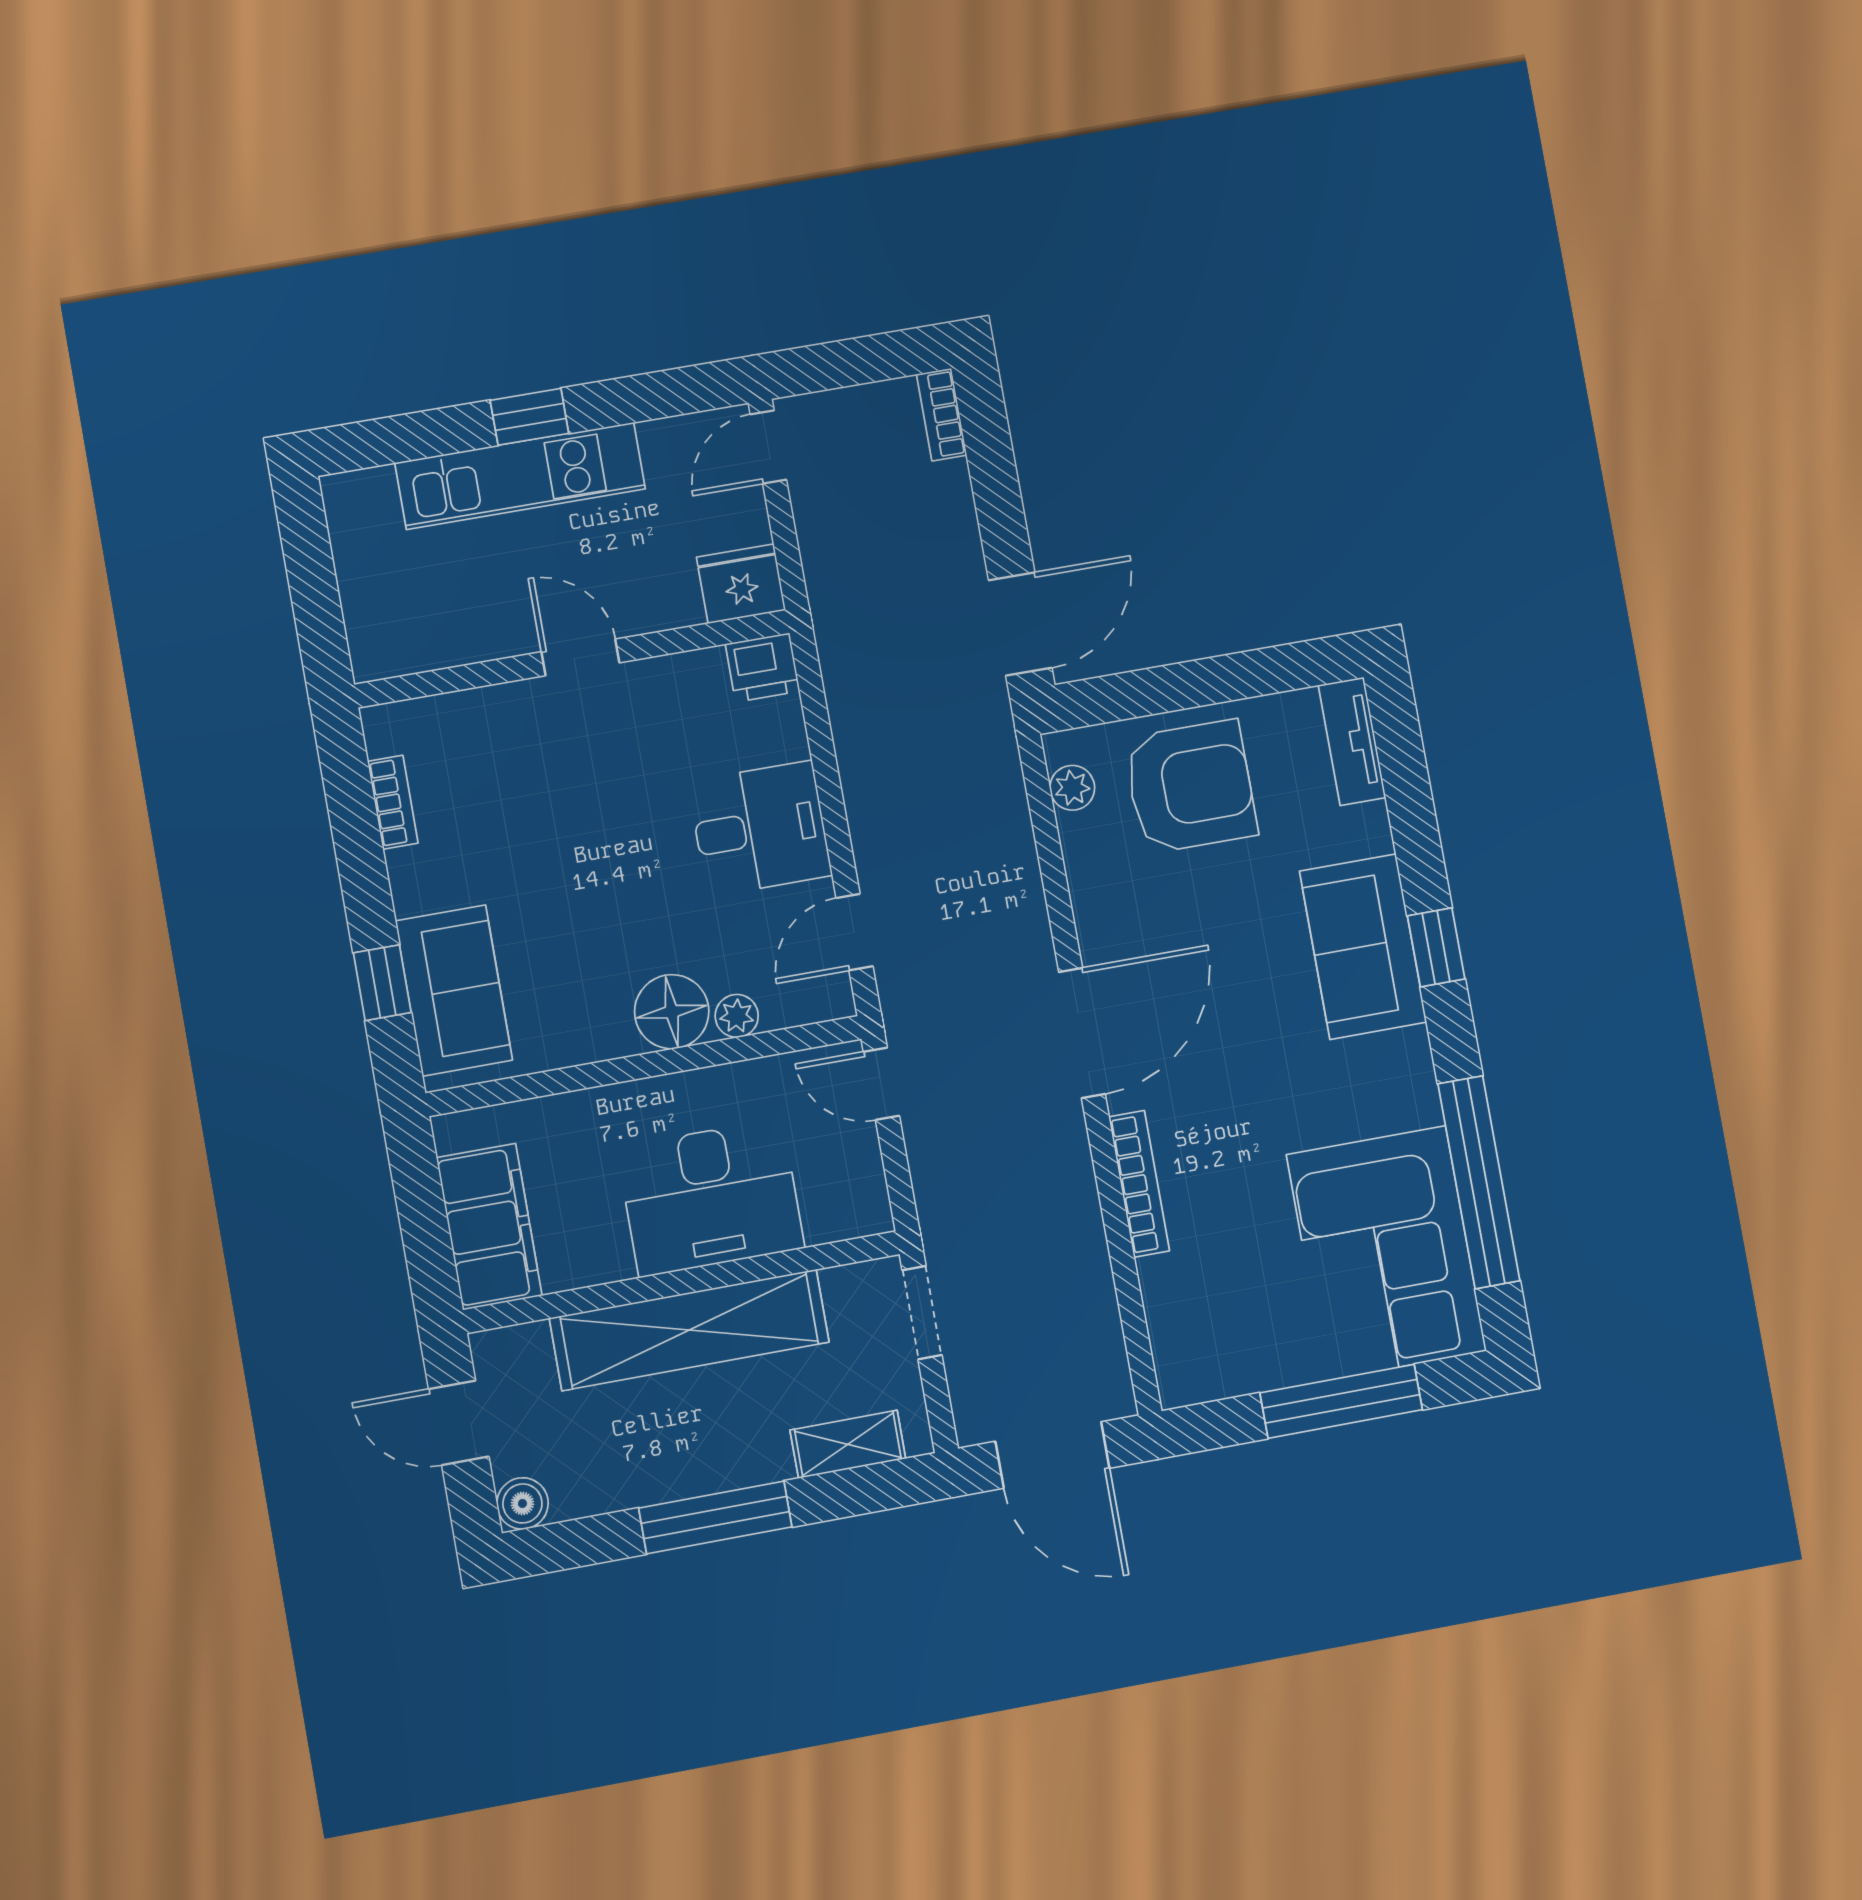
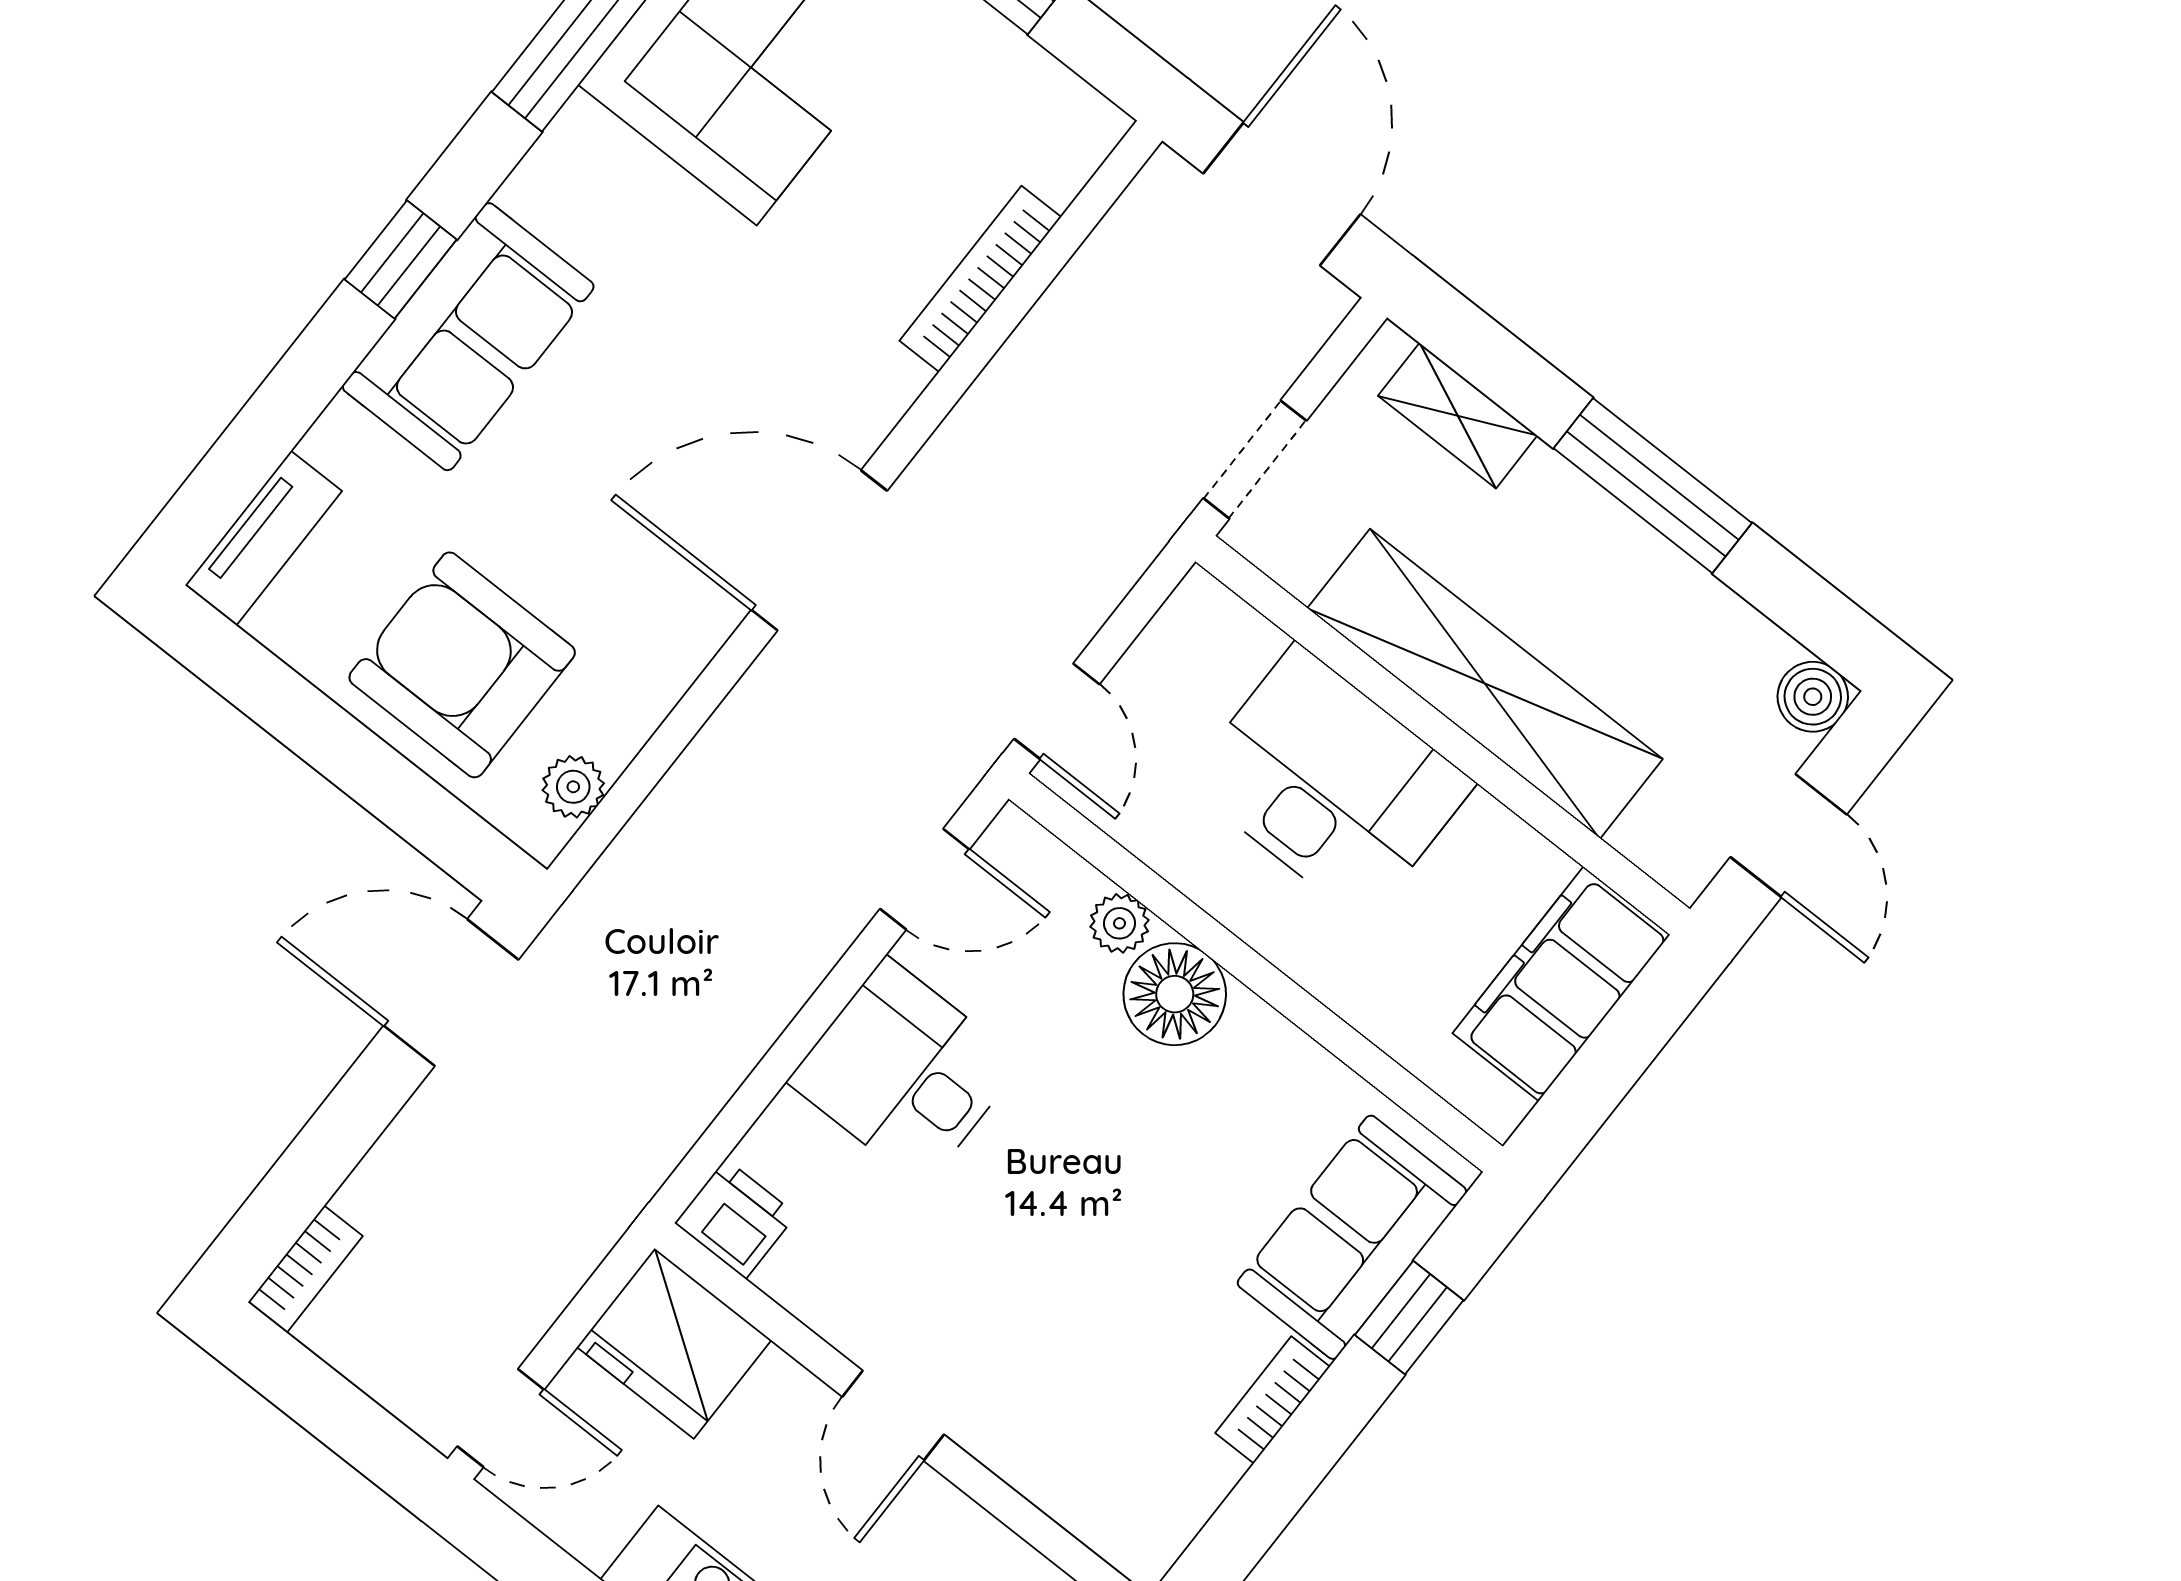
fridge: (741, 584) -> (674, 1344), width x1.36, depth x1.34
bookcase: (393, 802) -> (1273, 1400), moved
bookcase: (1139, 1184) -> (980, 279), moved

